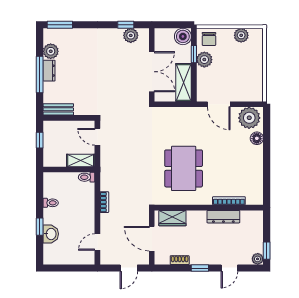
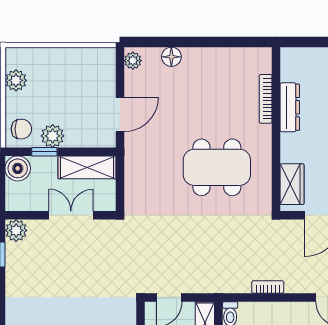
plant: (131, 35) -> (16, 230), moved
double door: (152, 72) -> (71, 215), width x0.73
plant: (249, 118) -> (133, 61), width x0.53, depth x0.53

